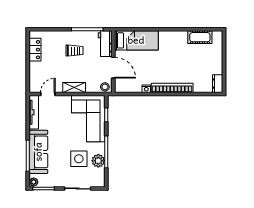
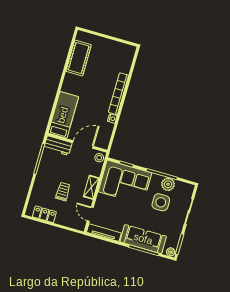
cot: (200, 37) -> (79, 58), width x1.37, depth x1.34
trolley: (74, 51) -> (63, 192), moved
dresser: (218, 84) -> (127, 49), removed

